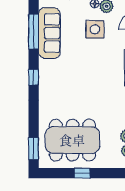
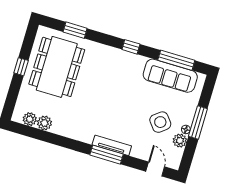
side table: (95, 29) -> (160, 122), turned -38
window: (34, 149) -> (75, 30), moved

